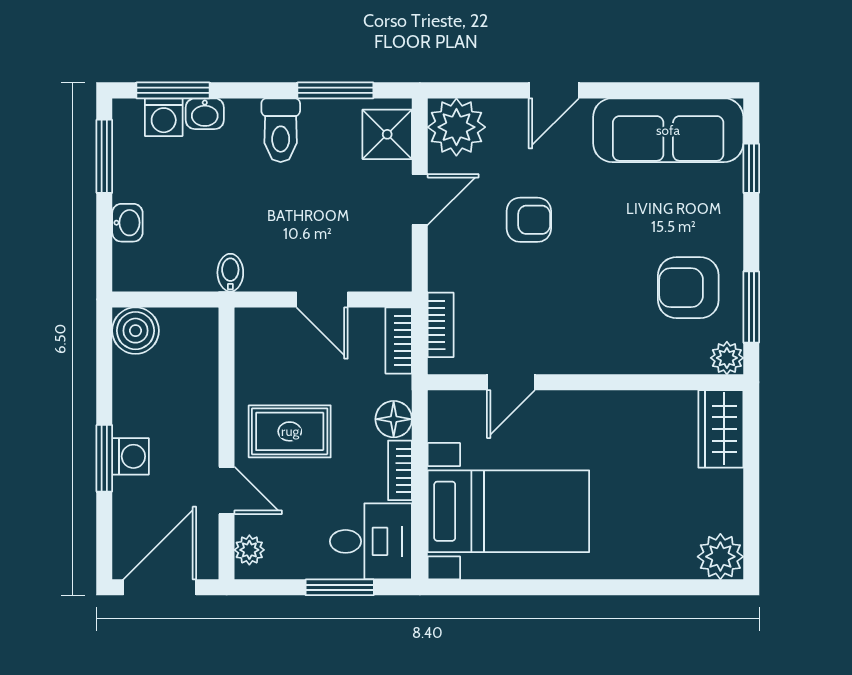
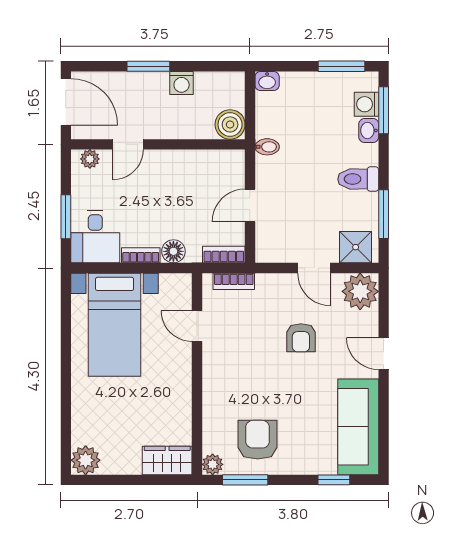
washbasin: (127, 223) -> (267, 81), moved
boiler: (135, 331) -> (230, 124), moved
rug: (290, 431) -> (166, 185), removed
washing machine: (130, 456) -> (182, 83), moved

